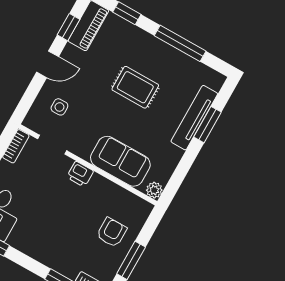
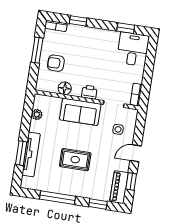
sofa: (120, 161) -> (80, 112), moved
plant: (154, 190) -> (37, 114), moved
floor lamp: (112, 193) -> (65, 88), added
armchair: (112, 232) -> (56, 63), turned 90

